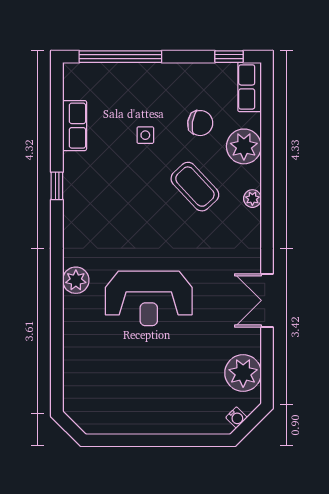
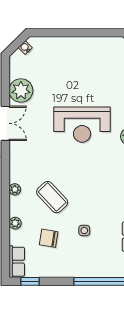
plant: (244, 146) -> (15, 223), width x0.53, depth x0.53
reception desk: (149, 298) -> (82, 125), turned 180
plant: (243, 373) -> (21, 90), moved

